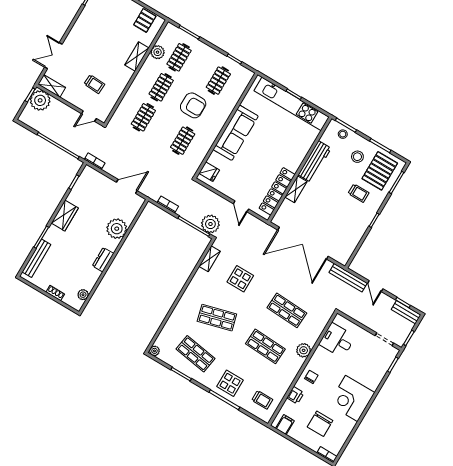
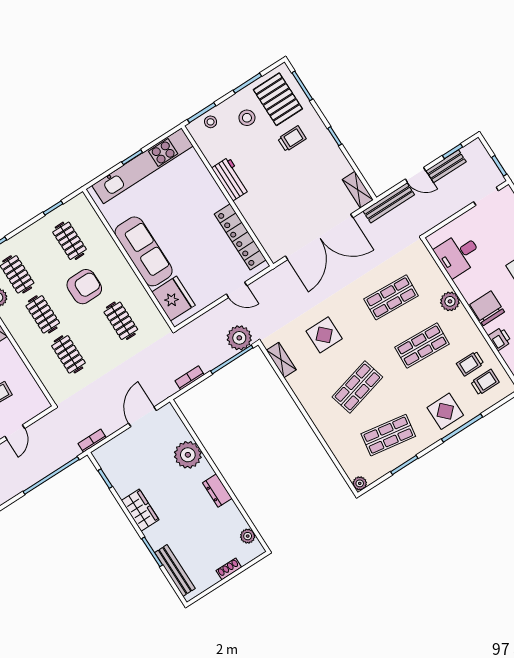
door: (89, 116) -> (15, 432), moved
workbench: (315, 161) -> (231, 179), width x0.73
fridge: (209, 172) -> (173, 299), width x1.88, depth x1.34
shelving: (296, 189) -> (358, 190), moved
bench: (406, 312) -> (446, 166), moved
chair: (311, 377) -> (487, 308), width x1.87, depth x1.87
trolley: (269, 384) -> (470, 364), added

